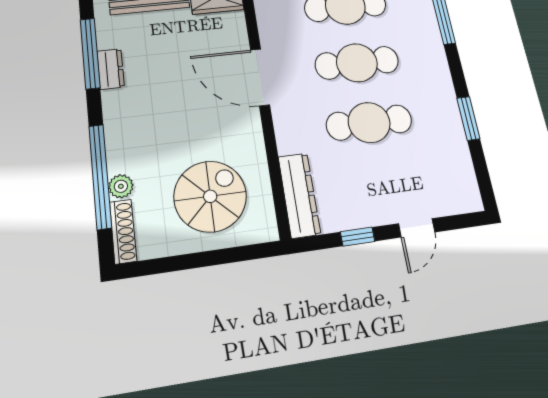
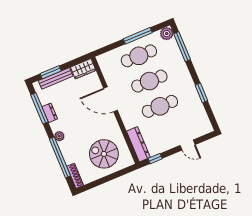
plant: (121, 186) -> (59, 136), moved
spiral stairs: (210, 196) -> (104, 154), turned -90
door: (417, 228) -> (188, 145), hinge flipped
window: (358, 237) -> (155, 159), moved

